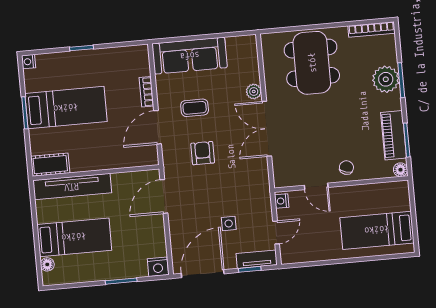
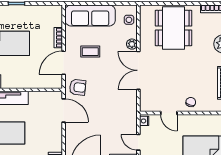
armchair: (203, 153) -> (78, 87), moved, turned 96
door: (164, 196) -> (64, 110), swing flipped
side table: (229, 223) -> (129, 20), moved
door: (276, 233) -> (138, 142), swing flipped

